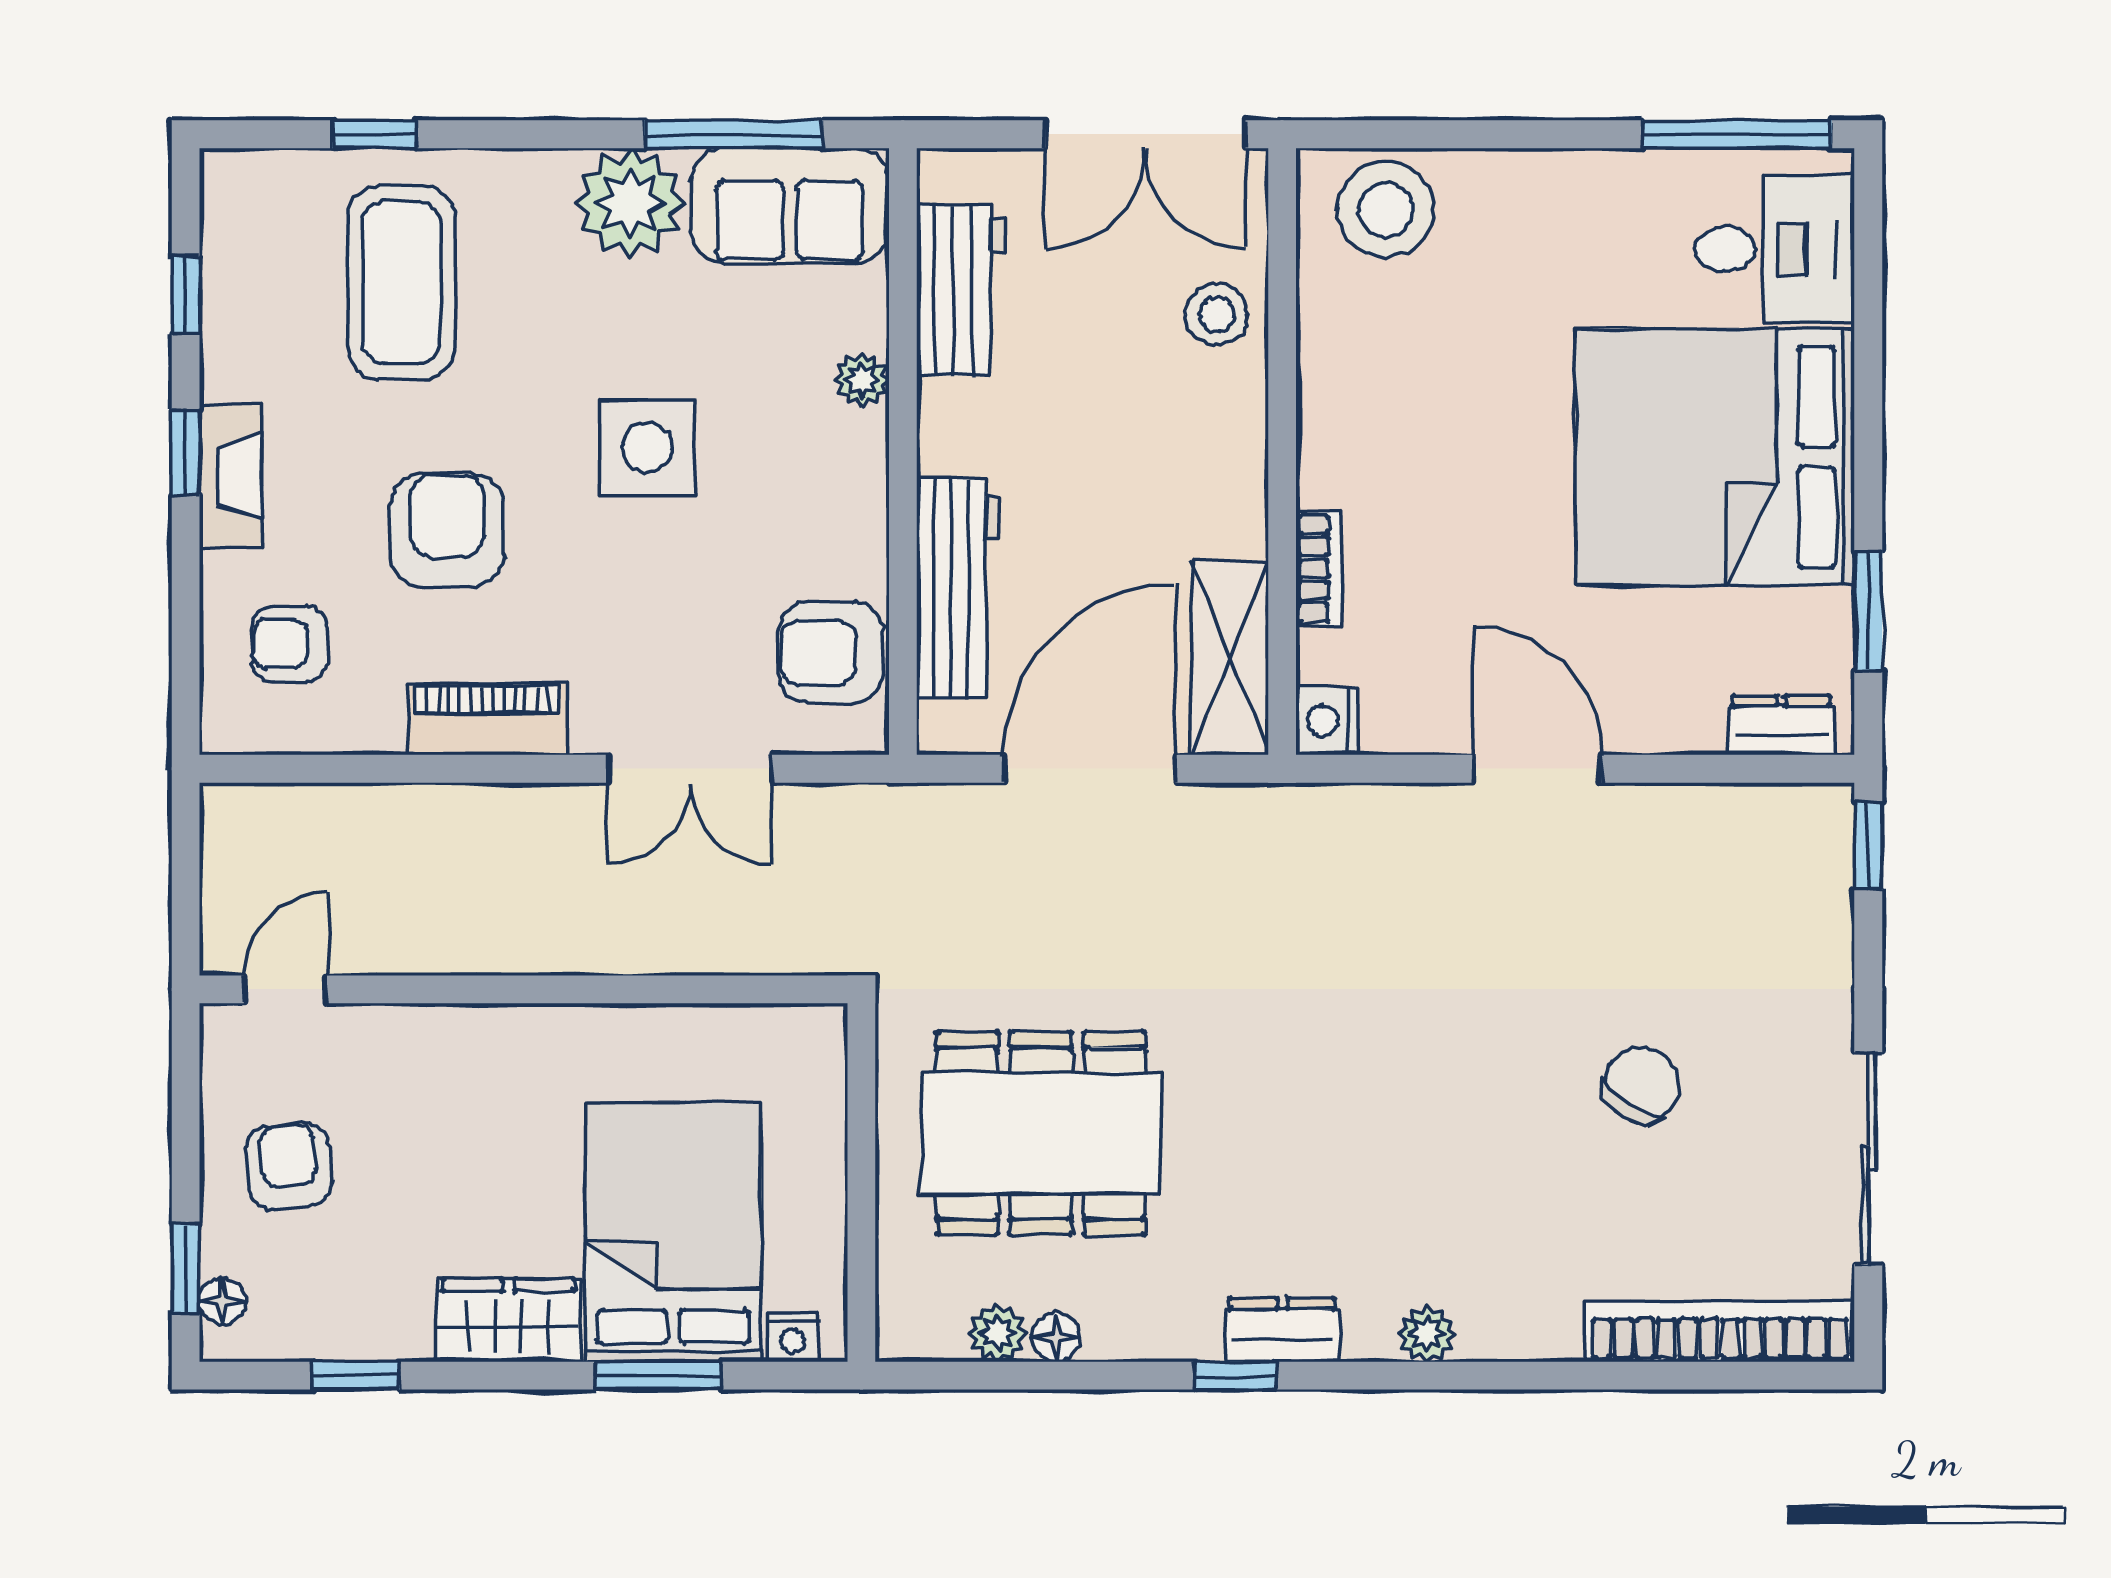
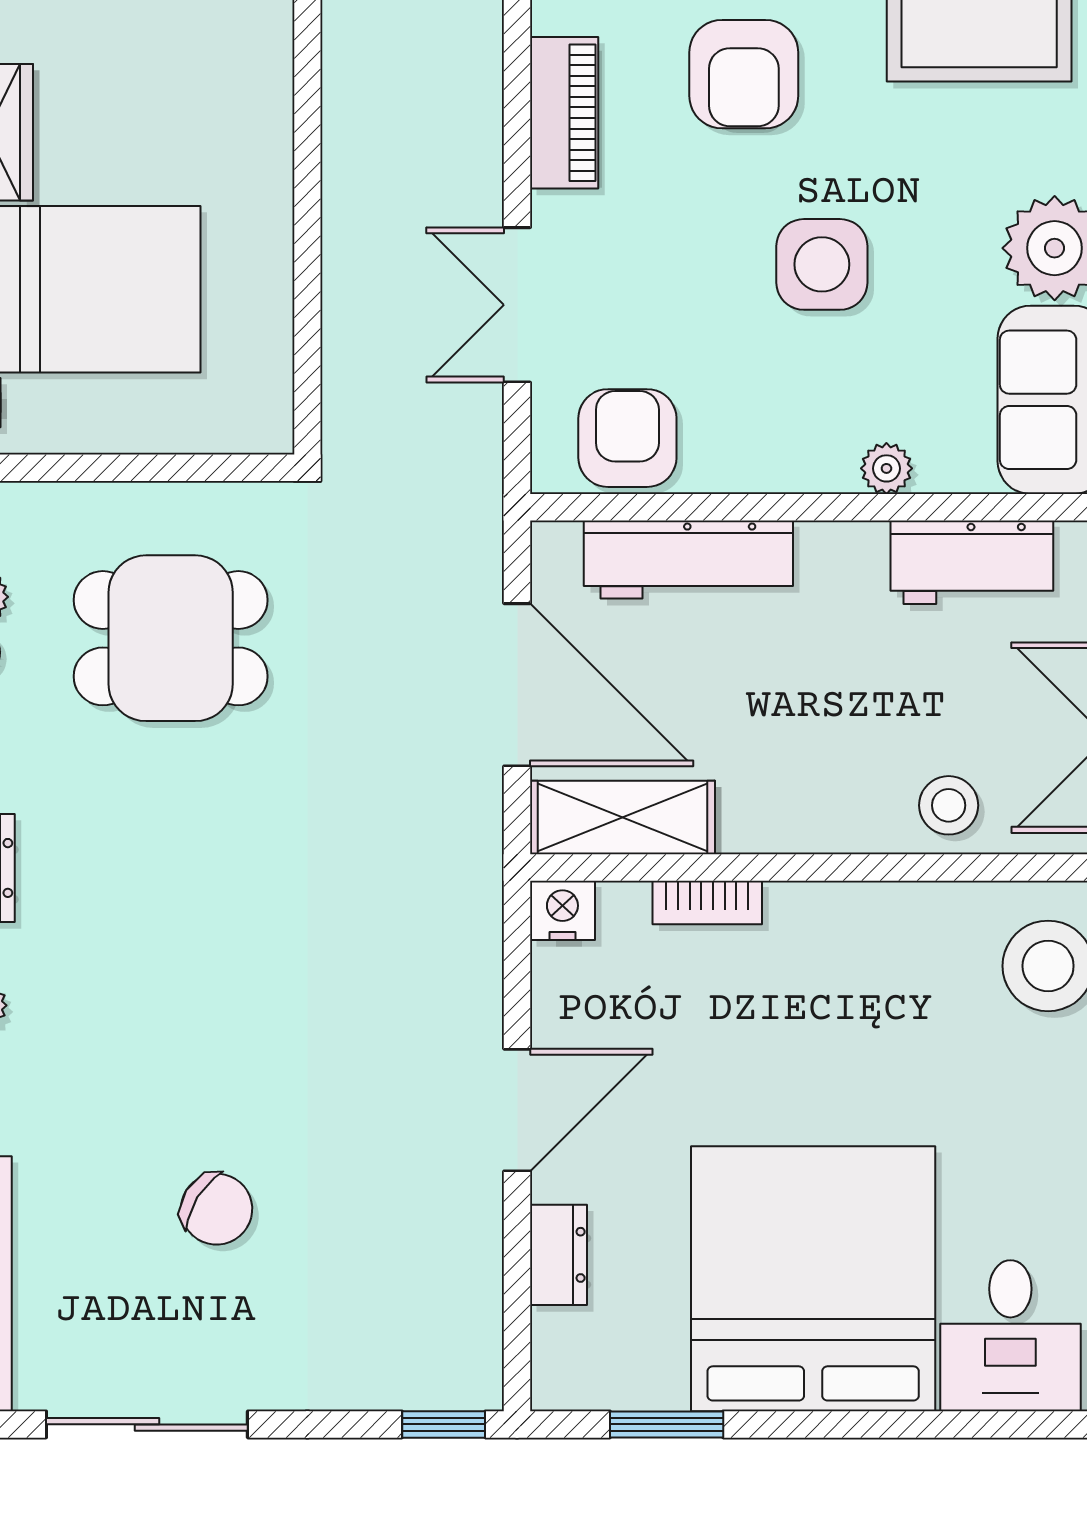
armchair: (447, 530) -> (744, 74), turned 90
dresser: (1781, 725) -> (558, 1255), moved
dining table: (1041, 1133) -> (171, 638), width x0.73

